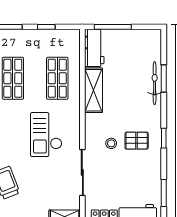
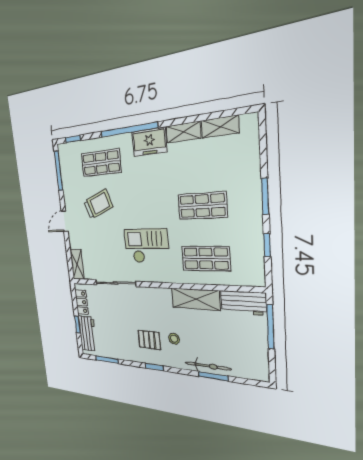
pallet: (137, 141) -> (149, 340), turned 90
stool: (111, 143) -> (174, 339), moved

